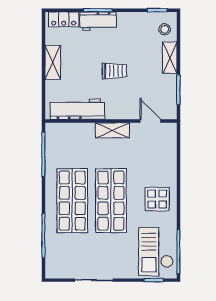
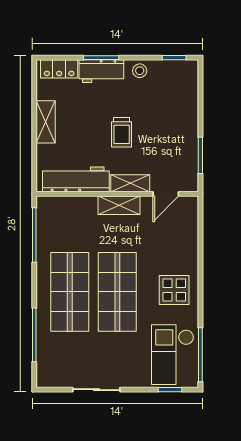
stool: (165, 29) -> (140, 71), moved
shelving: (170, 58) -> (130, 183), moved, turned 90
trolley: (114, 71) -> (122, 132), turned 90
door: (150, 121) -> (166, 194), swing flipped

